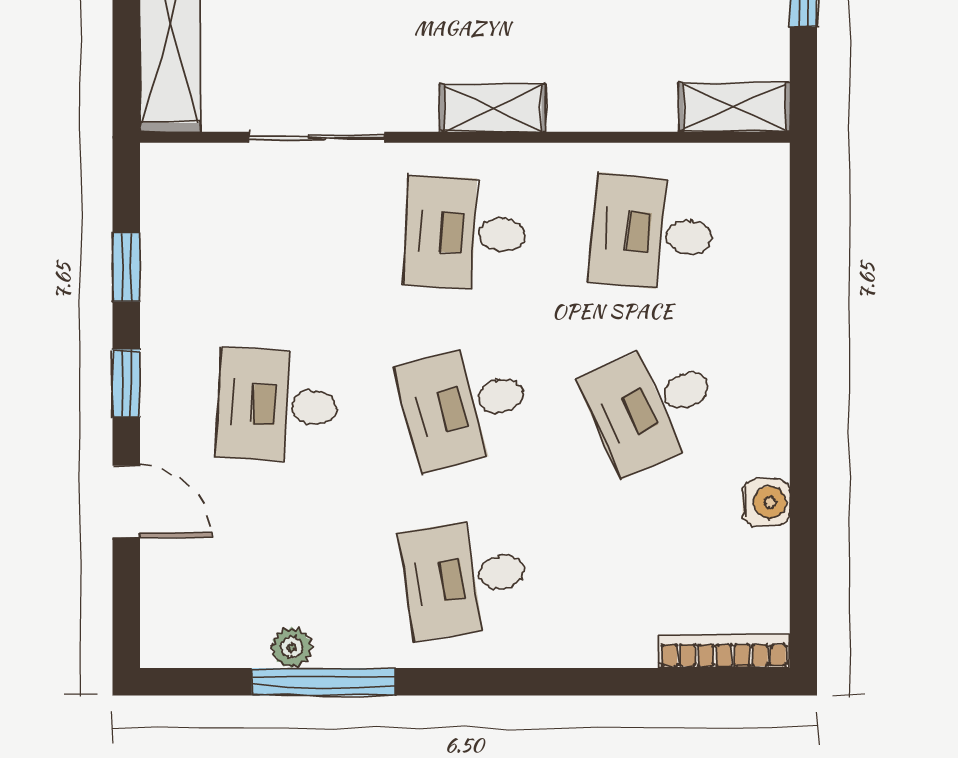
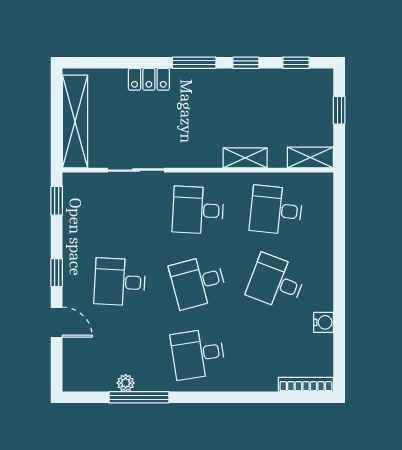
shelving: (493, 108) -> (245, 158), moved
window: (126, 267) -> (57, 201), moved
desk: (652, 405) -> (276, 282), turned 45

